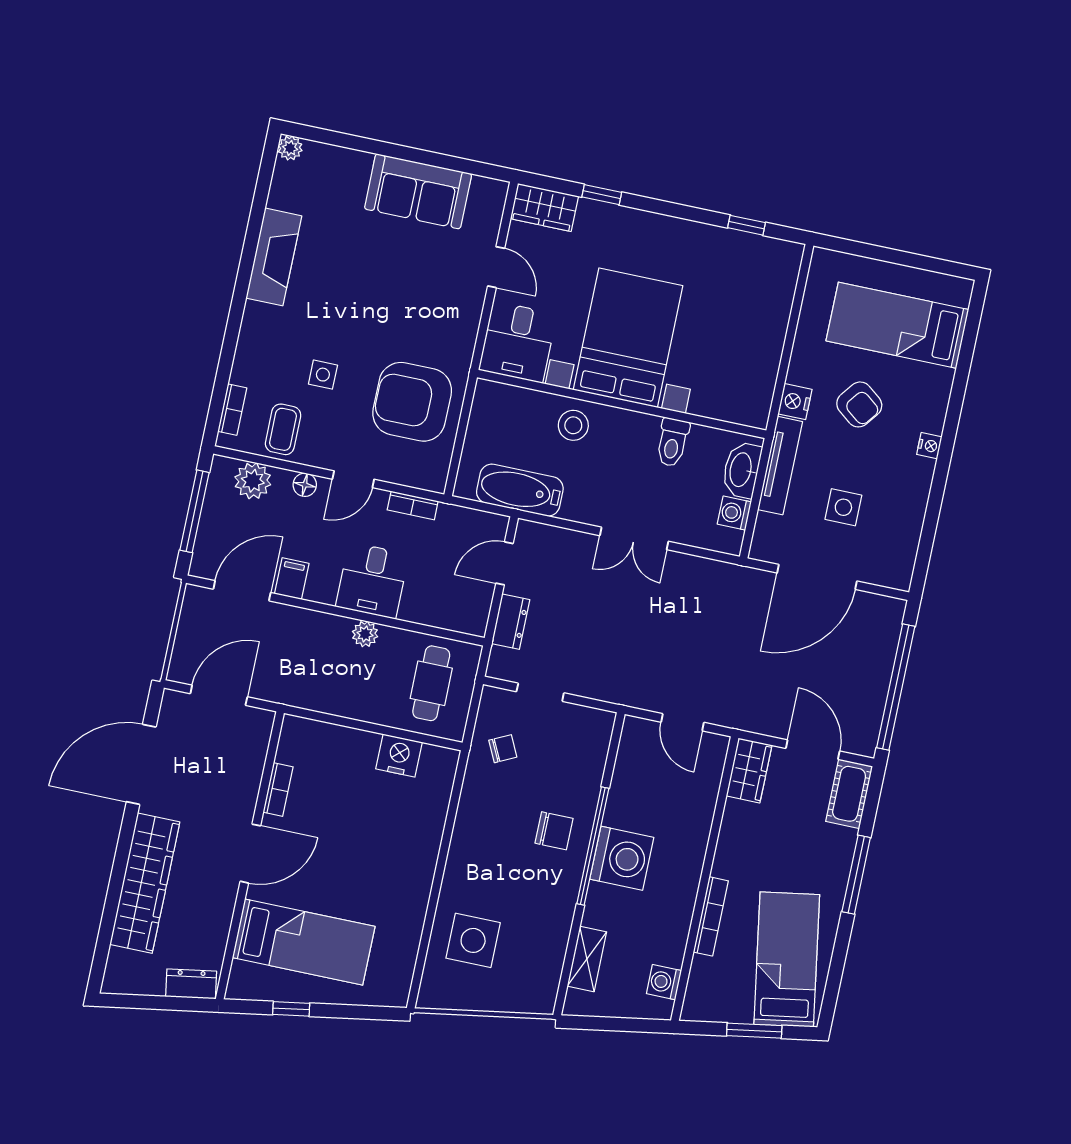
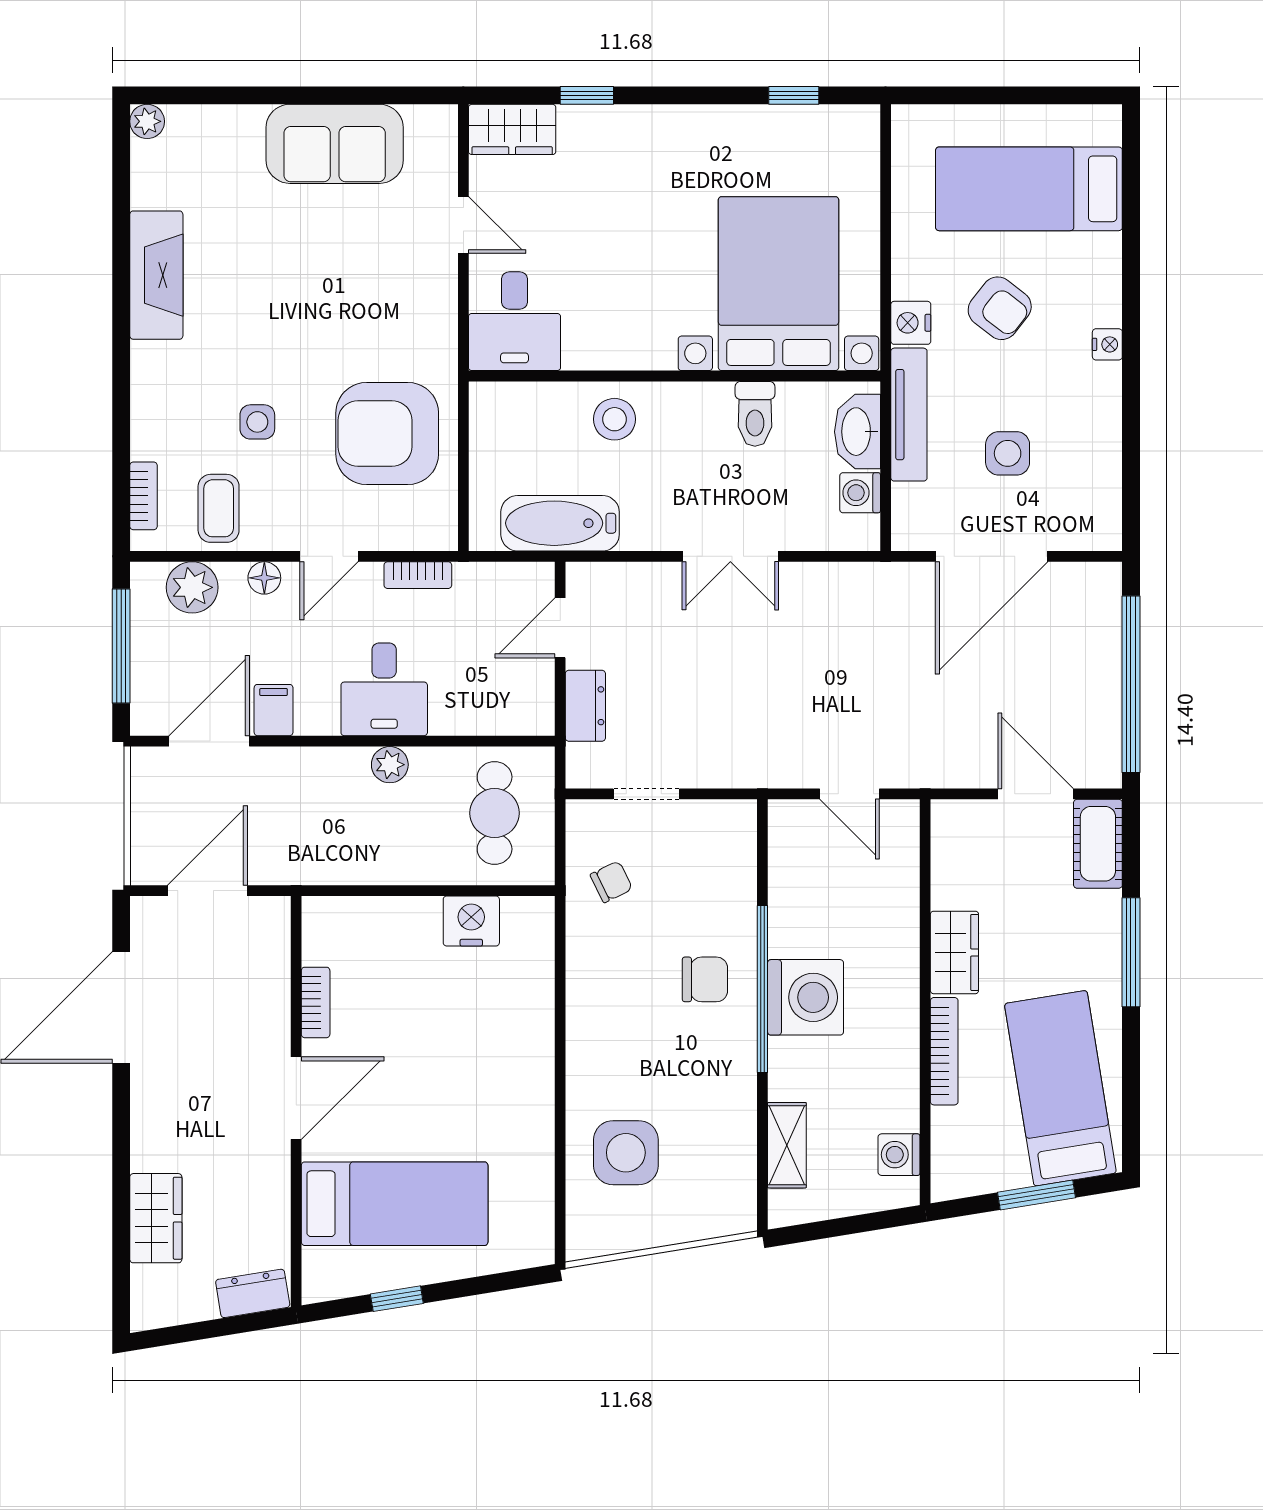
bed with nightstands: (628, 338) -> (778, 284), moved
wardrobe: (749, 770) -> (954, 952), moved
wardrobe: (145, 883) -> (156, 1218), width x0.48, depth x0.85

